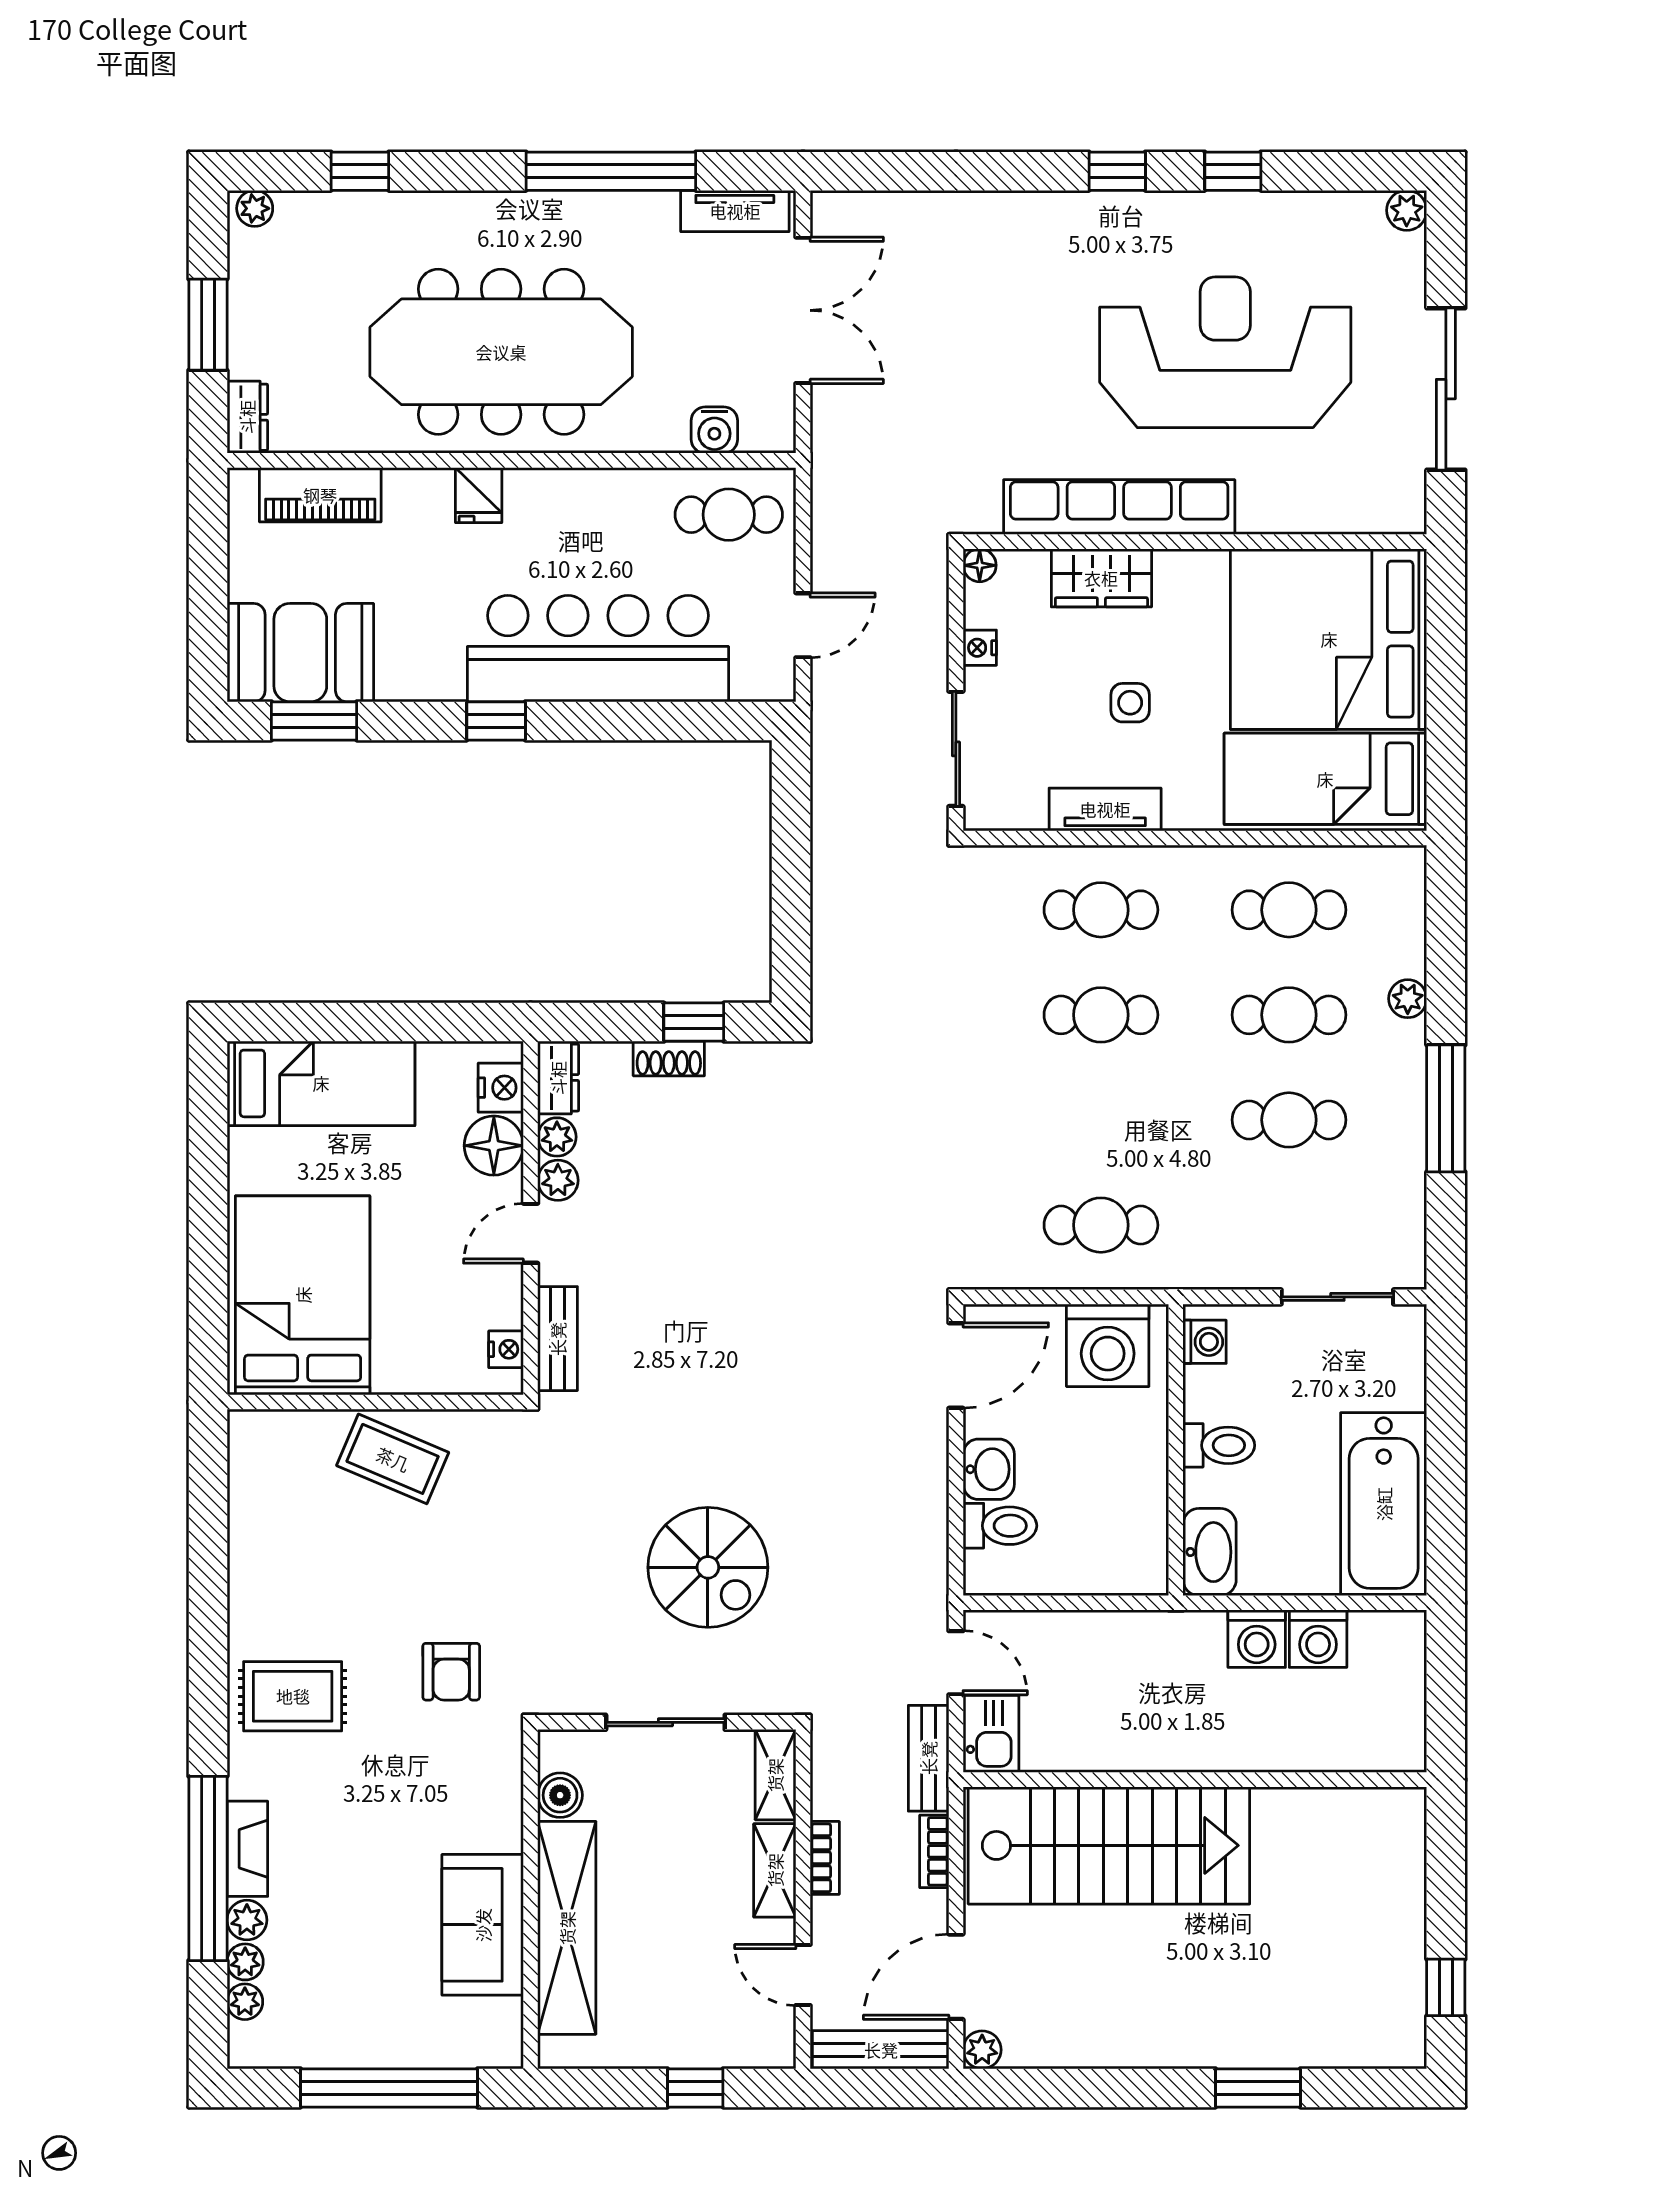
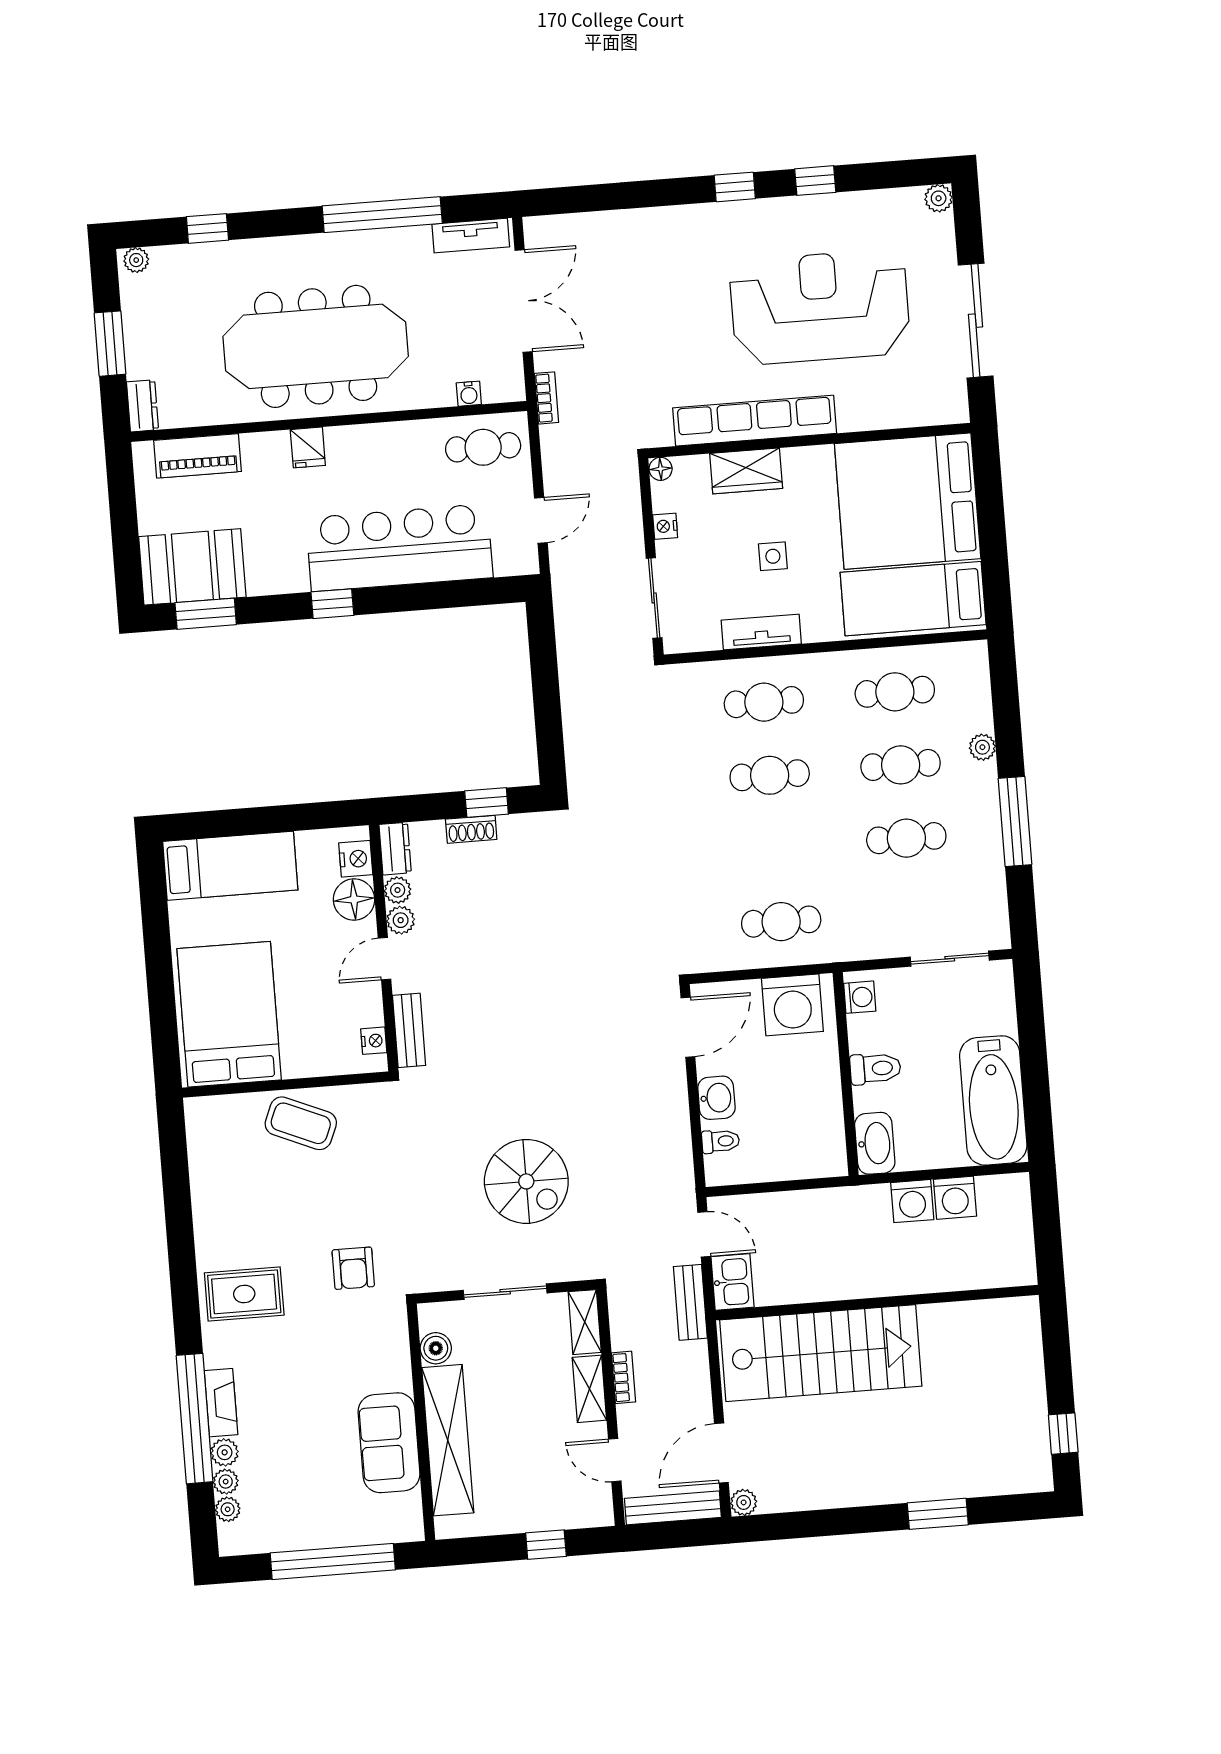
water cooler: (714, 430) -> (469, 394), width x0.72, depth x0.72
toilet: (1000, 1526) -> (721, 1141), width x0.73, depth x0.72
bookcase: (934, 1851) -> (546, 398), moved, turned 180

